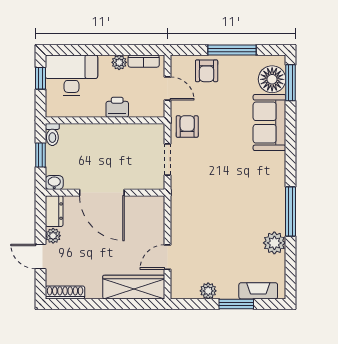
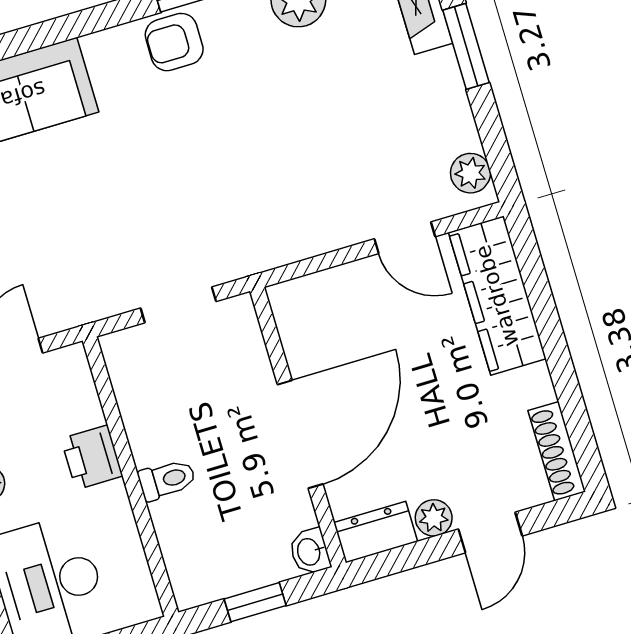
armchair: (187, 126) -> (174, 42), moved
toilet: (52, 134) -> (167, 480), moved
plant: (208, 291) -> (470, 173), moved

